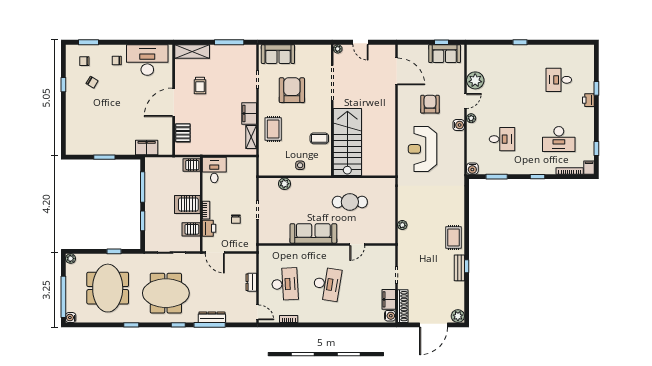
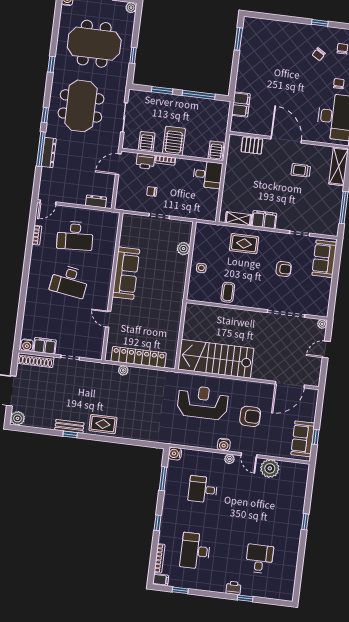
armchair: (292, 90) -> (284, 269), width x0.53, depth x0.53
desk: (502, 139) -> (203, 489), turned 90
stairs: (347, 142) -> (216, 359), moved, turned 180
window: (104, 157) -> (238, 39), moved
cafe table: (350, 202) -> (155, 317), removed
locker: (388, 213) -> (139, 357), added
dresser: (251, 282) -> (96, 201), moved

